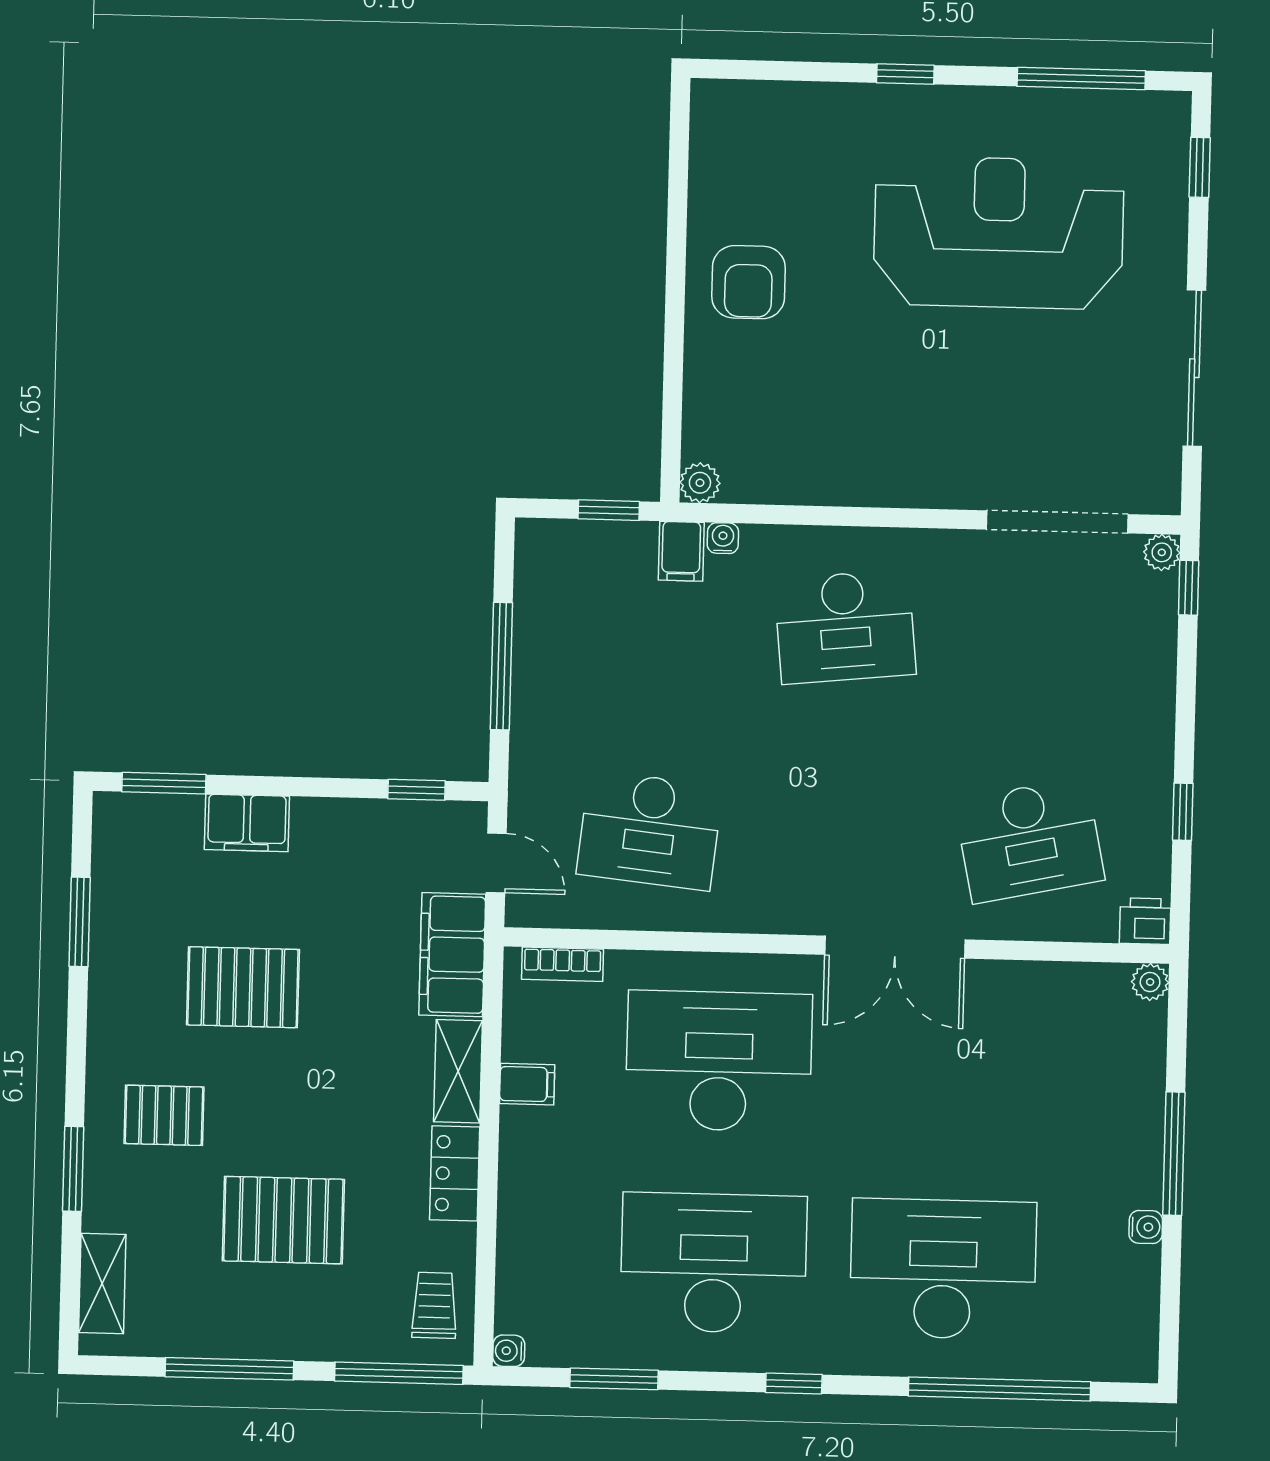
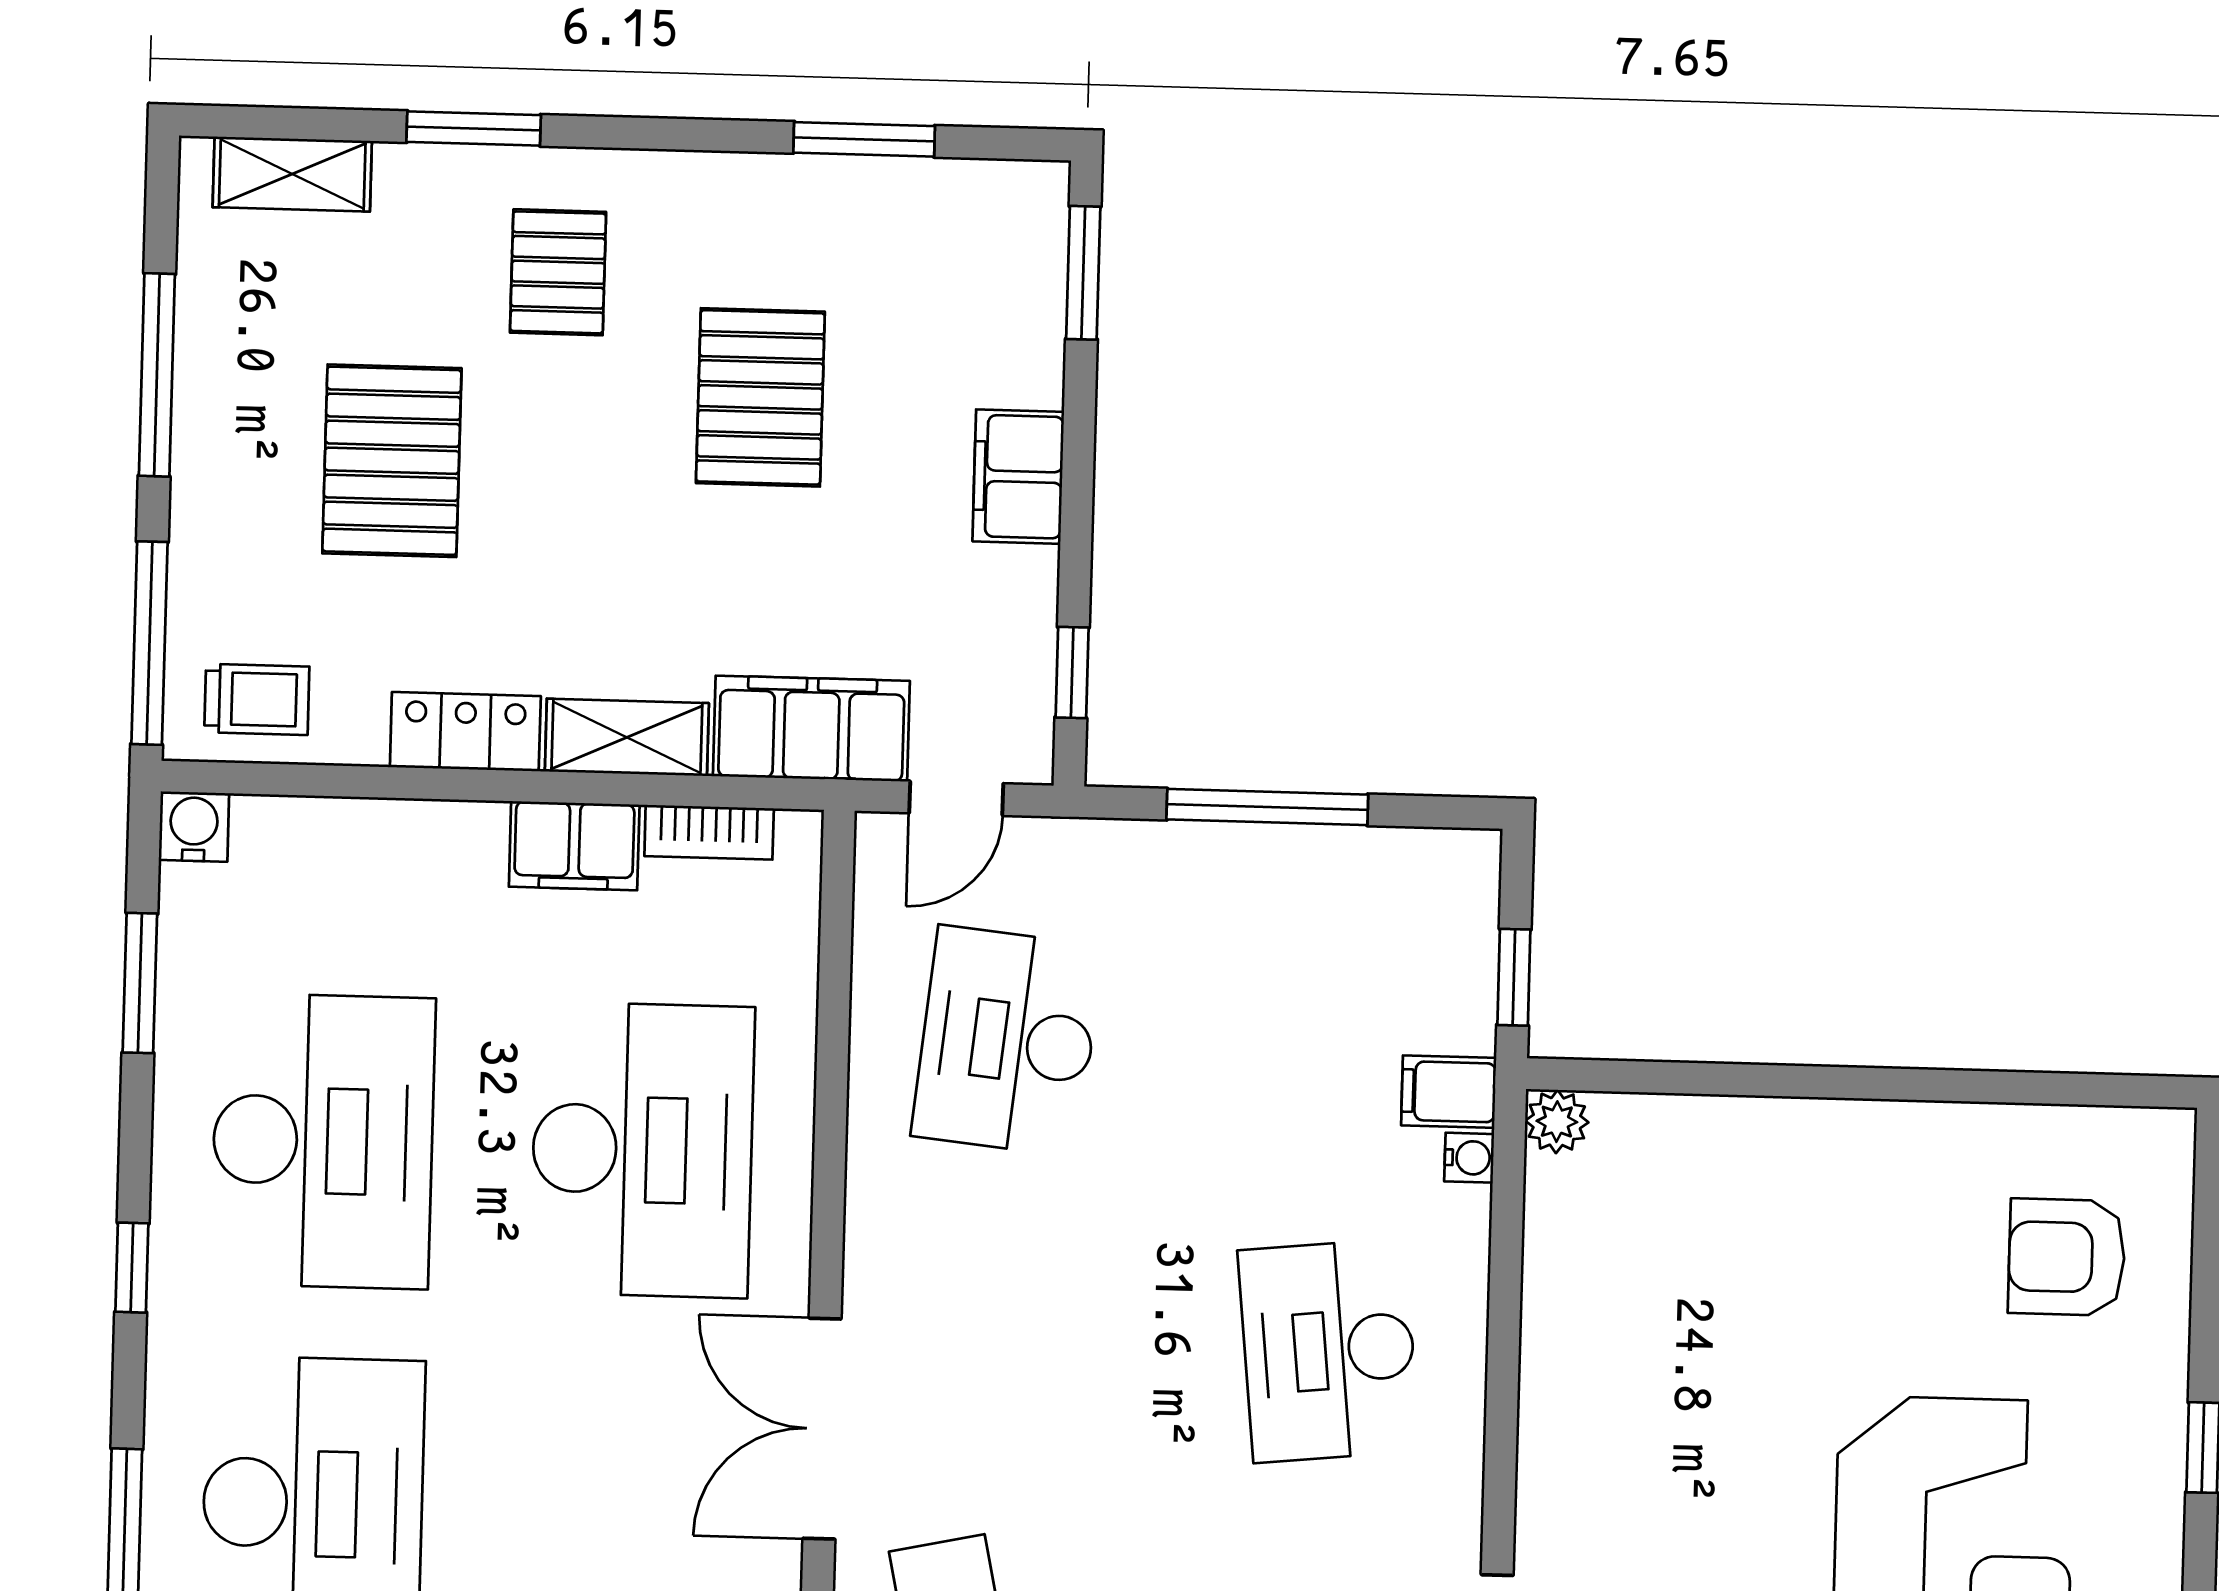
armchair: (749, 282) -> (2067, 1257), moved
filing cabinet: (247, 823) -> (1018, 477), moved
bookcase: (563, 964) -> (709, 832), moved, turned -90
filing cabinet: (527, 1084) -> (574, 846), width x2.00
water cooler: (509, 1351) -> (194, 827), width x1.38, depth x1.38

